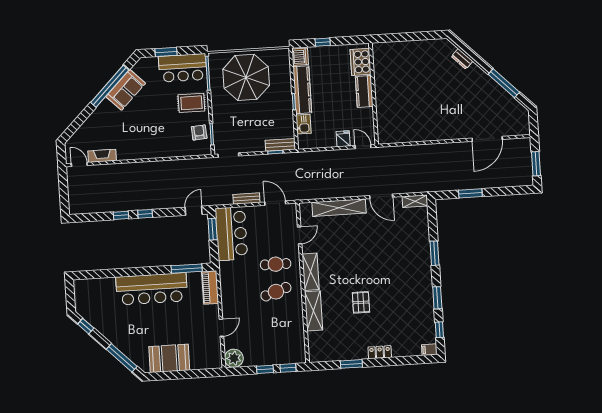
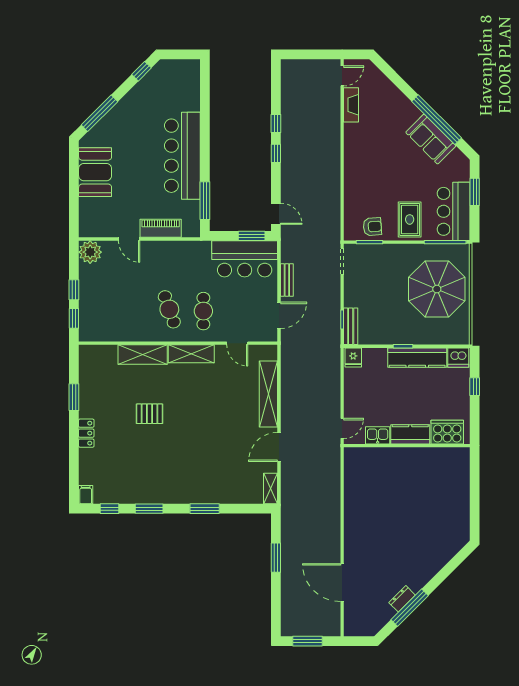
dresser: (462, 59) -> (402, 599), moved
kitchen sink: (303, 124) -> (378, 435), moved, turned 180
fridge: (343, 139) -> (353, 357), moved, turned 90
piano: (210, 287) -> (161, 228), moved

